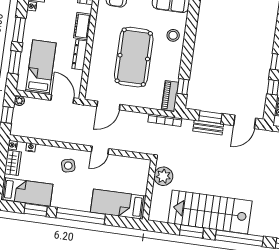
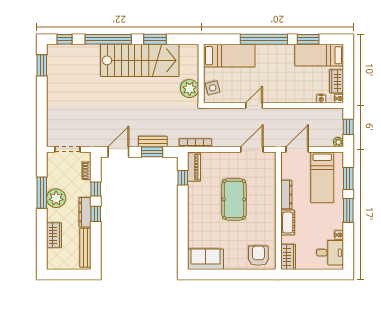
stool: (173, 35) -> (199, 226), removed
pool table: (134, 57) -> (234, 199), width x0.73, depth x0.76
door: (62, 99) -> (297, 149), swing flipped
side table: (68, 166) -> (213, 88), moved

